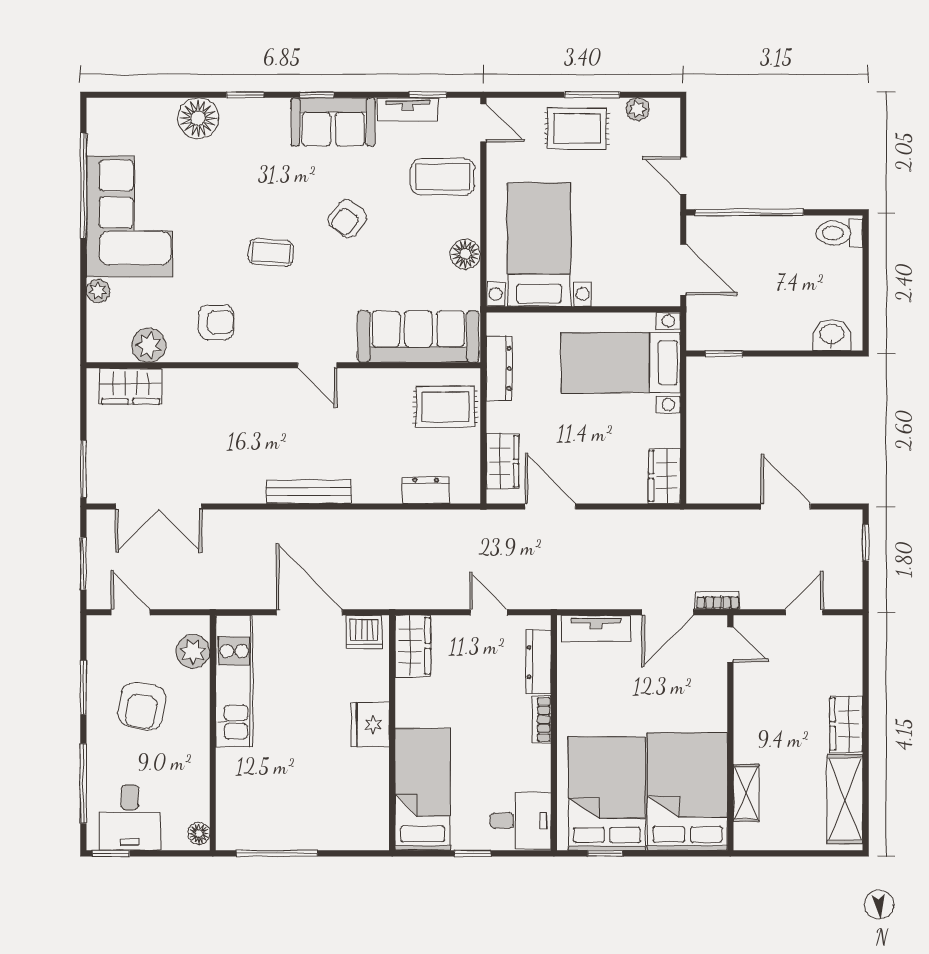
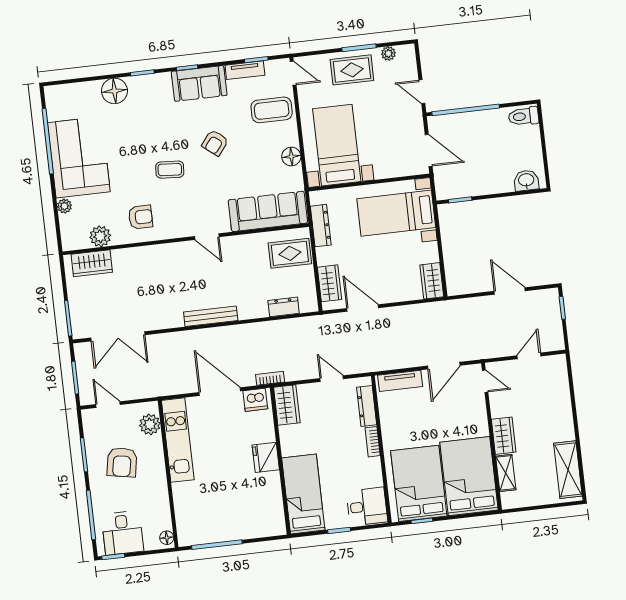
bookcase: (718, 600) -> (270, 378), moved
wardrobe: (846, 724) -> (504, 436), moved, turned 180

